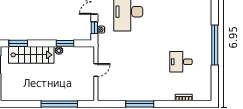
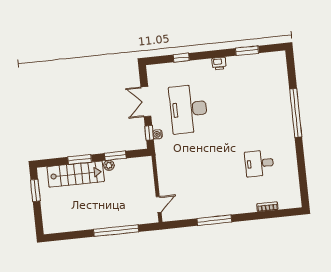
window: (18, 43) -> (80, 159), moved
window: (215, 45) -> (296, 113), moved
door: (96, 70) -> (159, 205), moved

